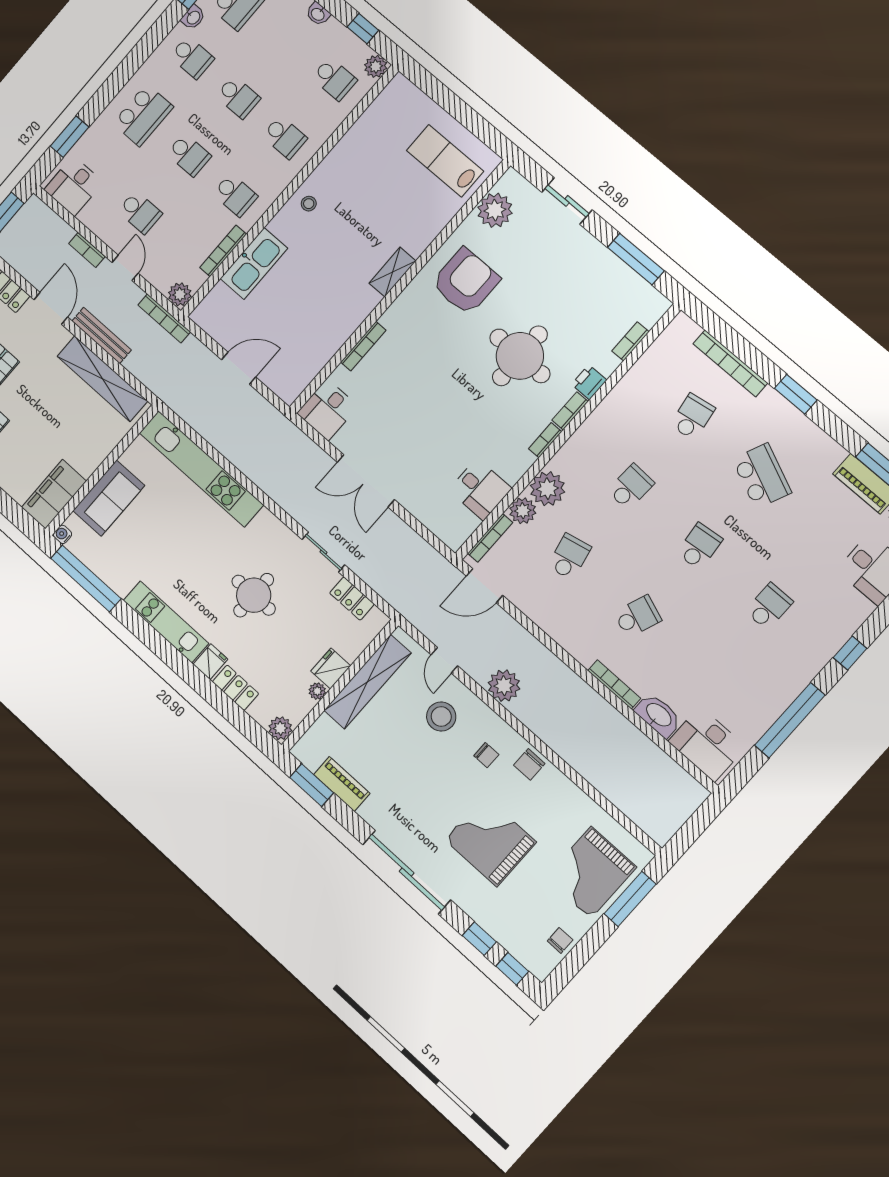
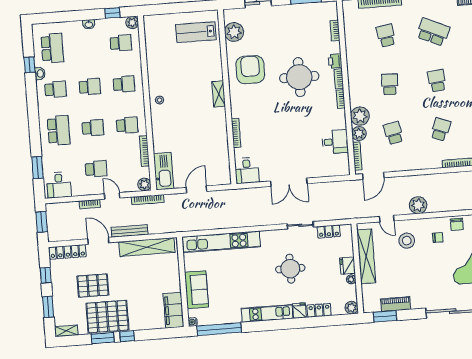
kitchen sink: (254, 263) -> (164, 171), moved

